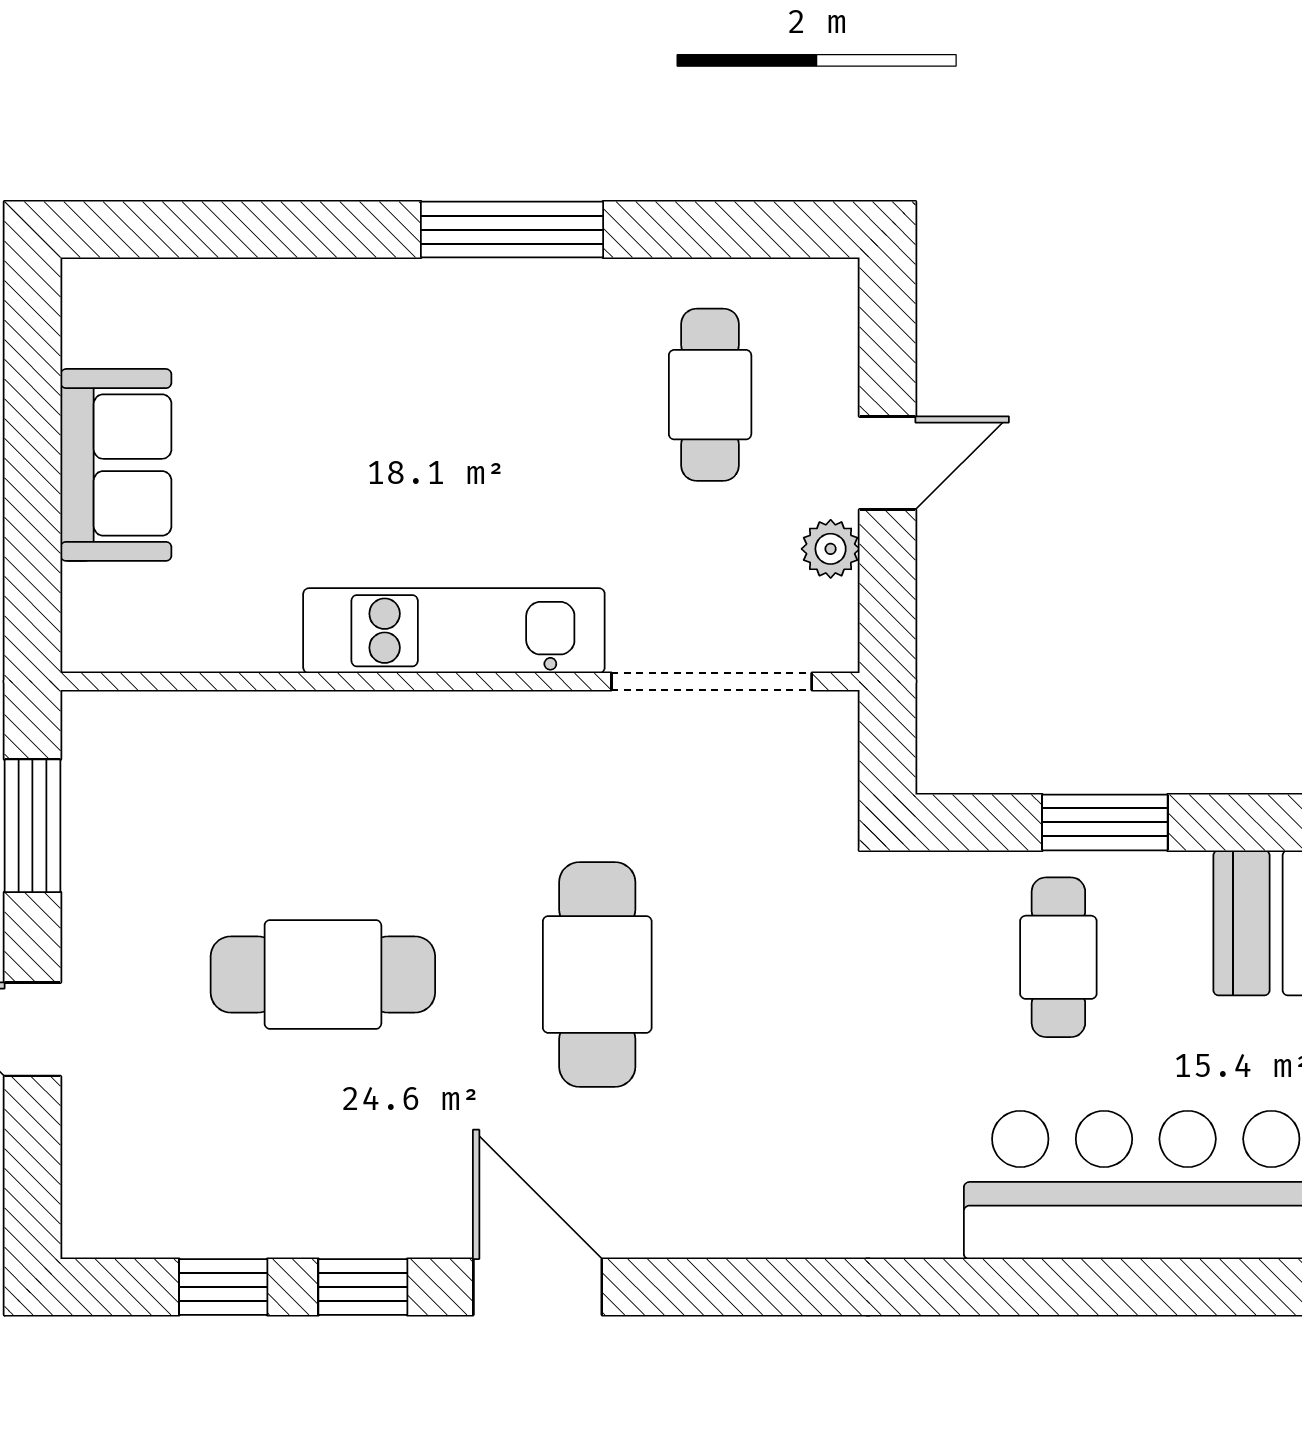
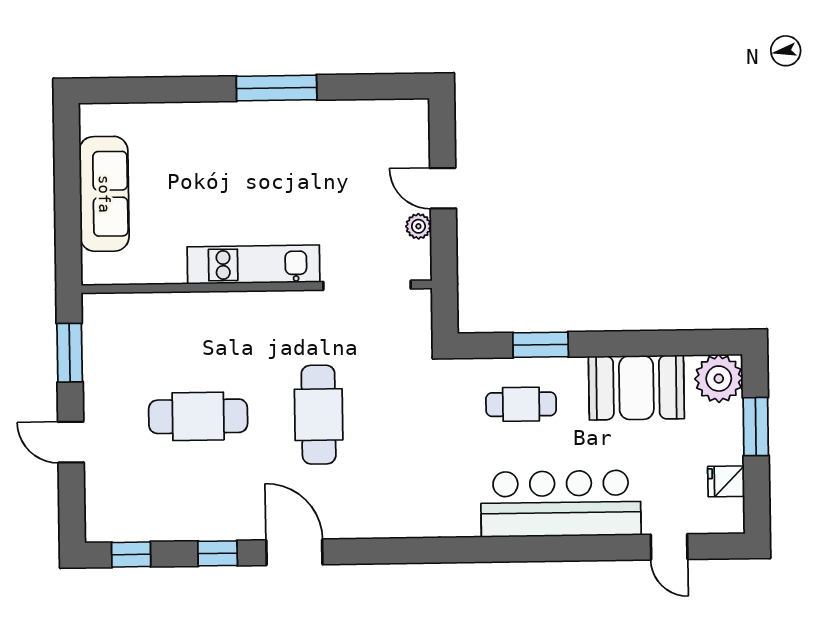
cafe table: (710, 395) -> (365, 159), removed
door: (888, 463) -> (443, 188), swing flipped
sofa: (116, 465) -> (104, 194), width x1.36
cafe table: (1058, 957) -> (521, 404), turned 90
window: (223, 1287) -> (131, 554), moved

